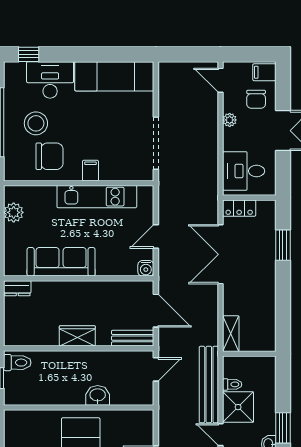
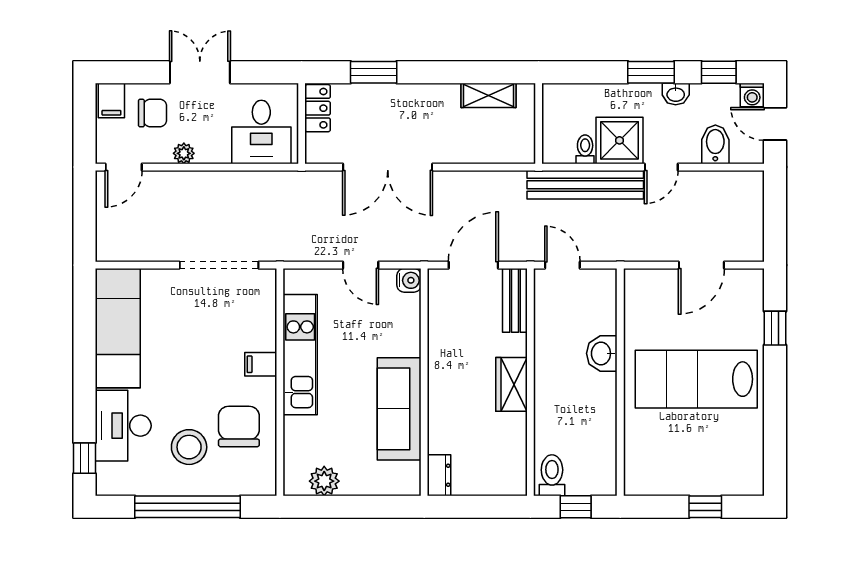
locker: (239, 208) -> (318, 108), moved
shelving: (231, 334) -> (488, 95), moved

